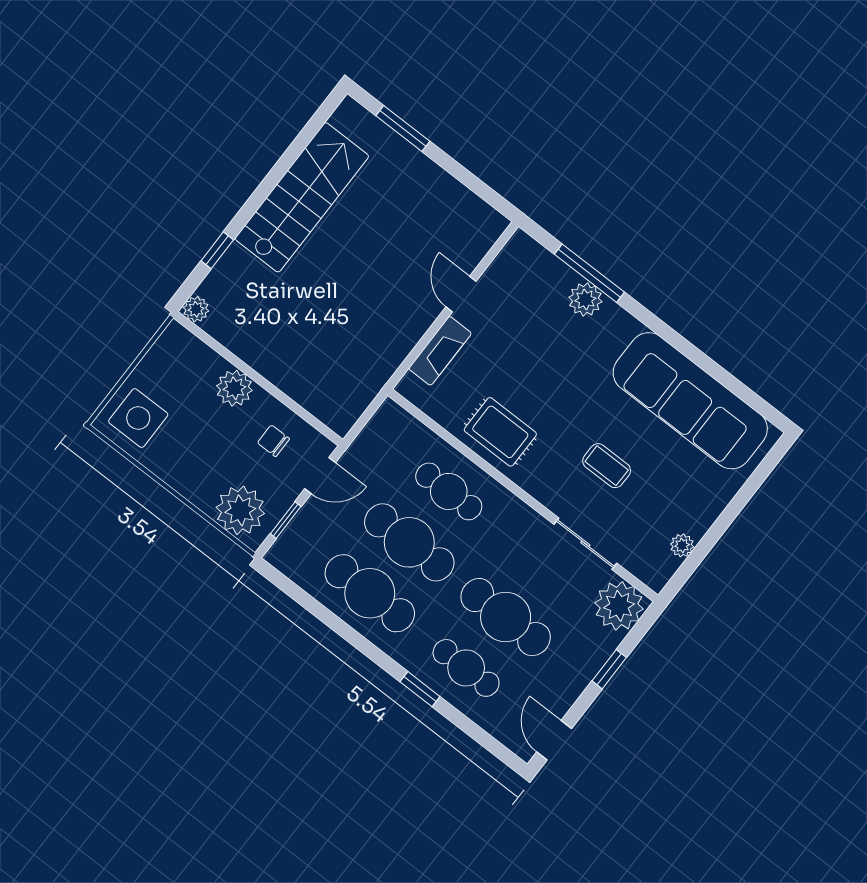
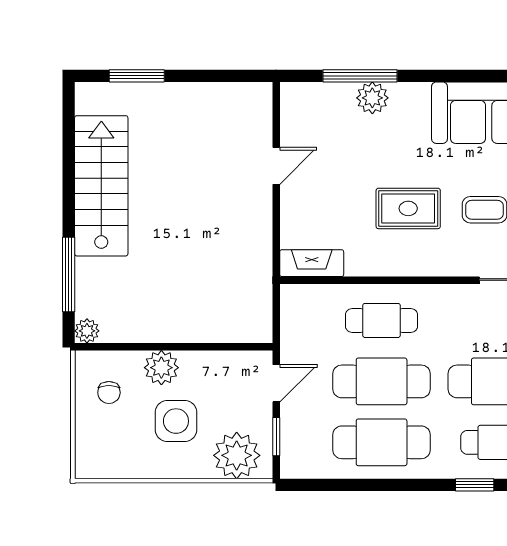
window: (217, 250) -> (69, 274), width x2.17
door: (461, 294) -> (276, 166), swing flipped
fireplace: (440, 351) -> (312, 263), moved, turned -90
side table: (138, 418) -> (176, 421), moved
rug: (500, 432) -> (408, 208), moved
chair: (273, 441) -> (109, 393), moved, turned -90

